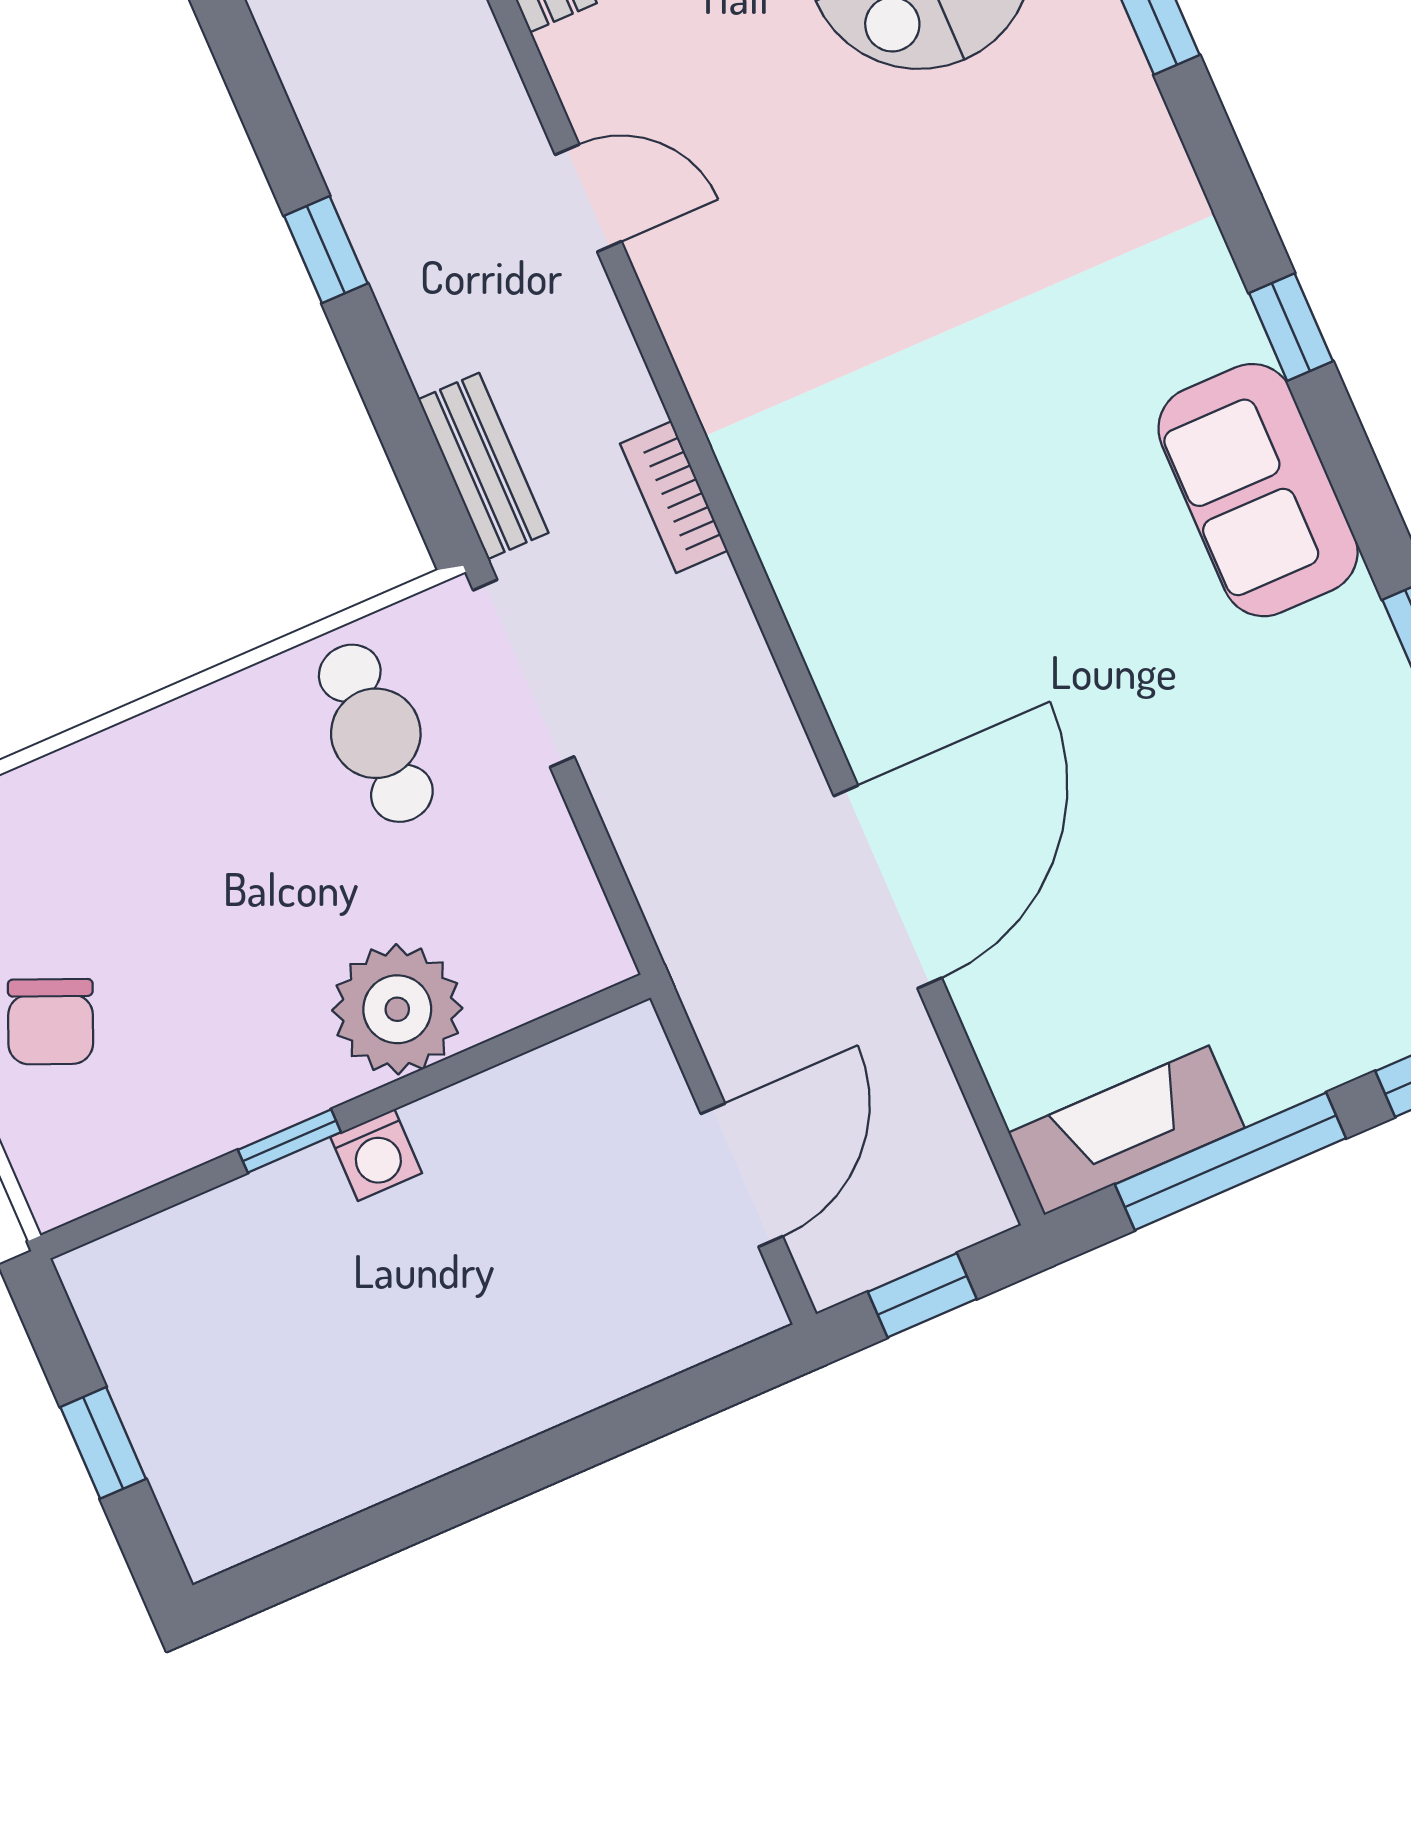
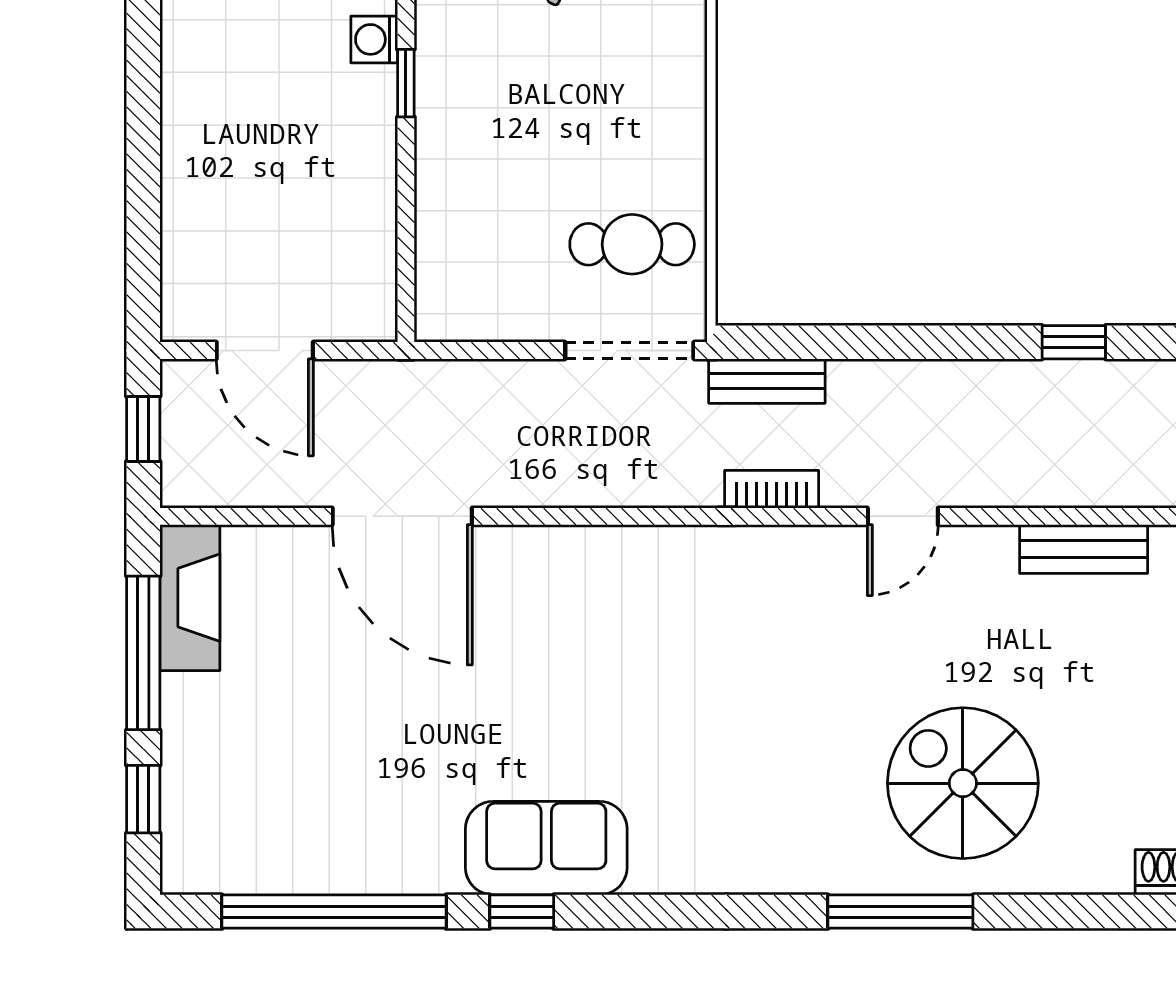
window: (326, 250) -> (1074, 342), moved
window: (1291, 327) -> (522, 912), moved
bookcase: (674, 497) -> (772, 489), moved
plant: (397, 1009) -> (458, 184), removed
washing machine: (376, 1155) -> (374, 39), moved

